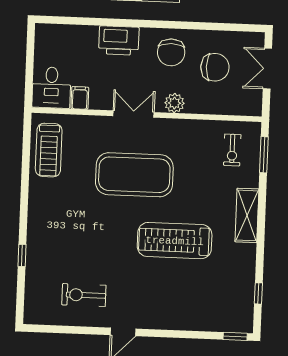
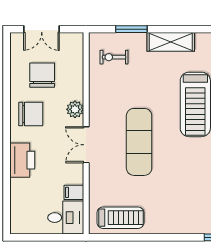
exercise bike: (232, 150) -> (114, 57), turned 180
window: (264, 155) -> (131, 29), moved
exercise mat: (134, 175) -> (139, 142), width x0.68

